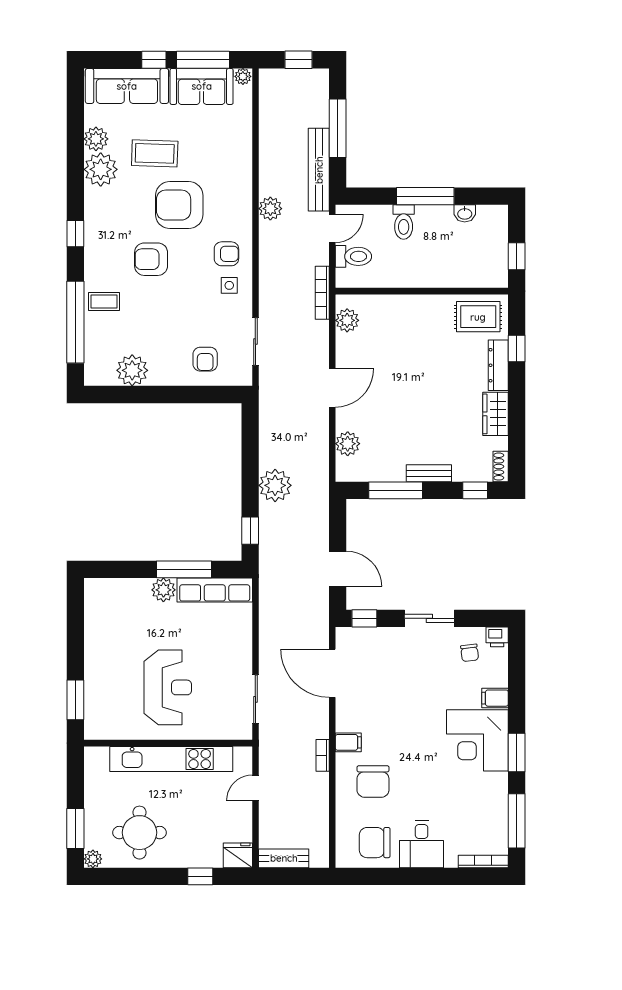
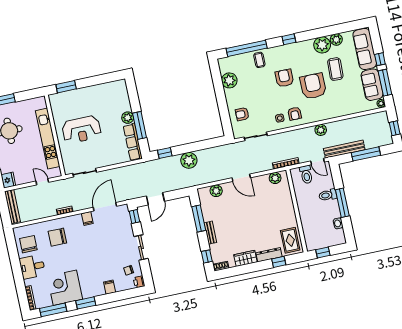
corner desk: (477, 740) -> (65, 288), moved
filing cabinet: (348, 742) -> (87, 218), moved
bench: (284, 858) -> (12, 207), width x1.36

